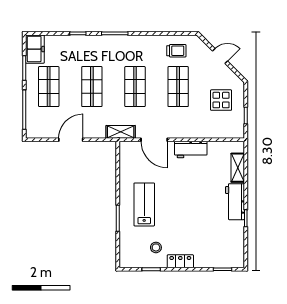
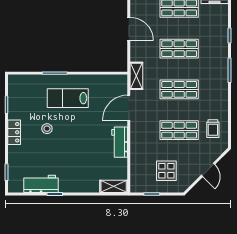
shelving: (238, 168) -> (114, 186), moved
workbench: (235, 202) -> (41, 184), moved
lab bench: (144, 204) -> (68, 98), turned 180
stool: (156, 247) -> (47, 129), moved

